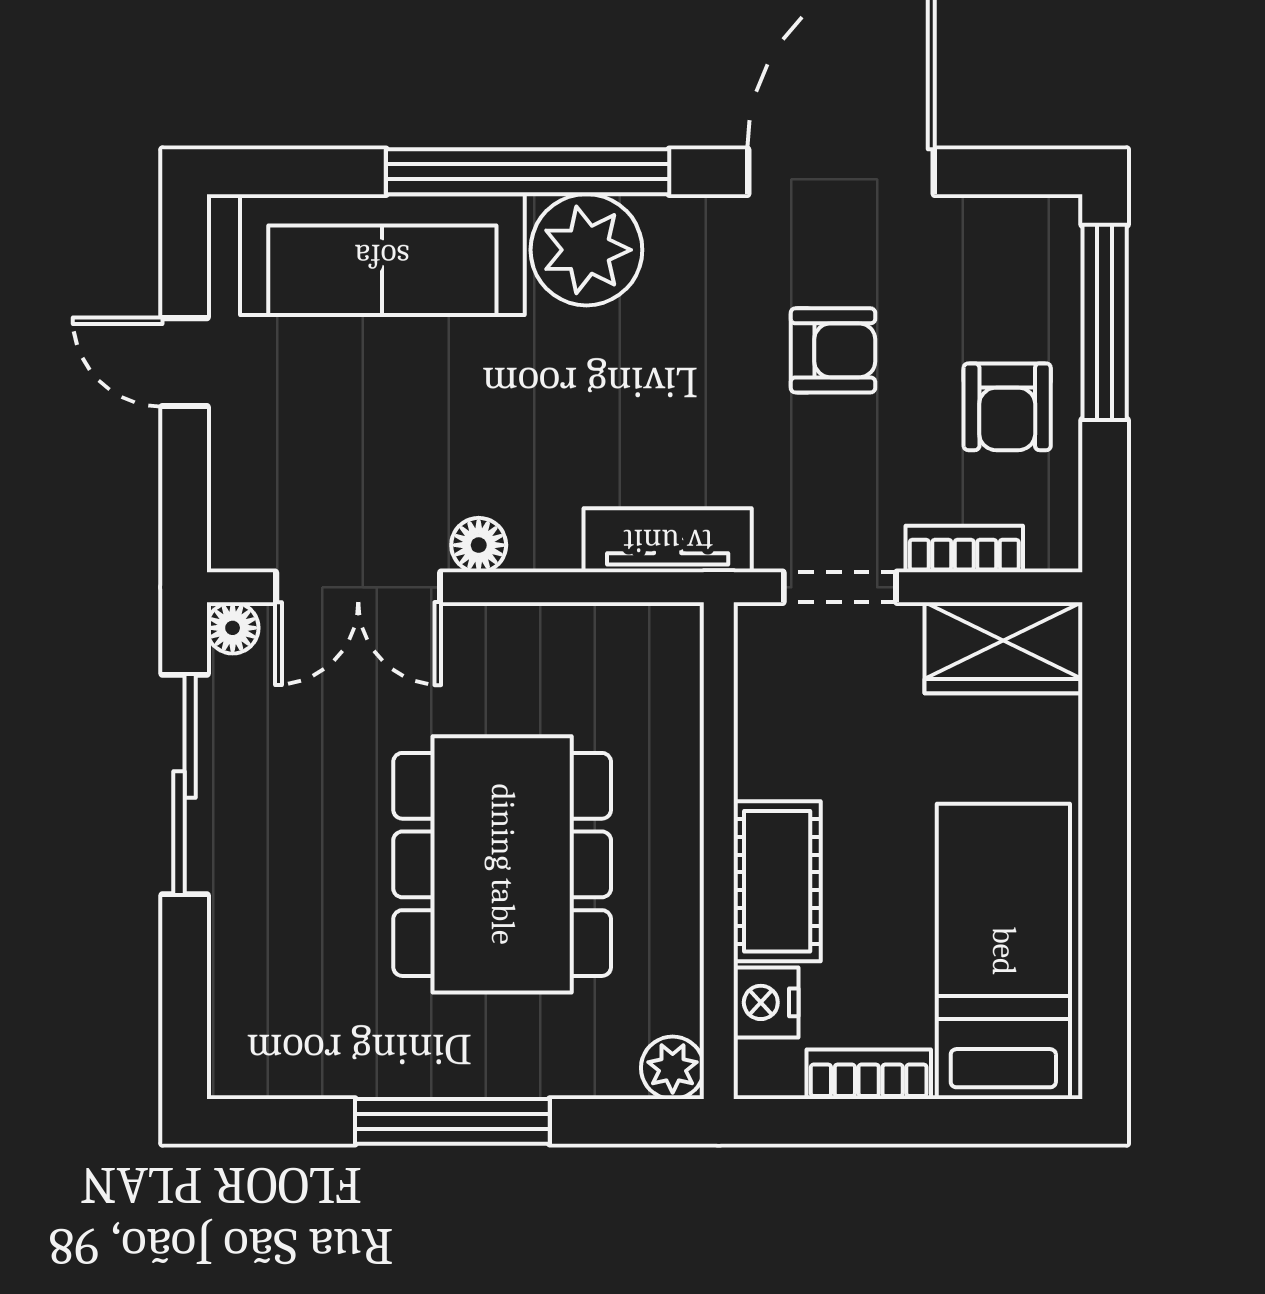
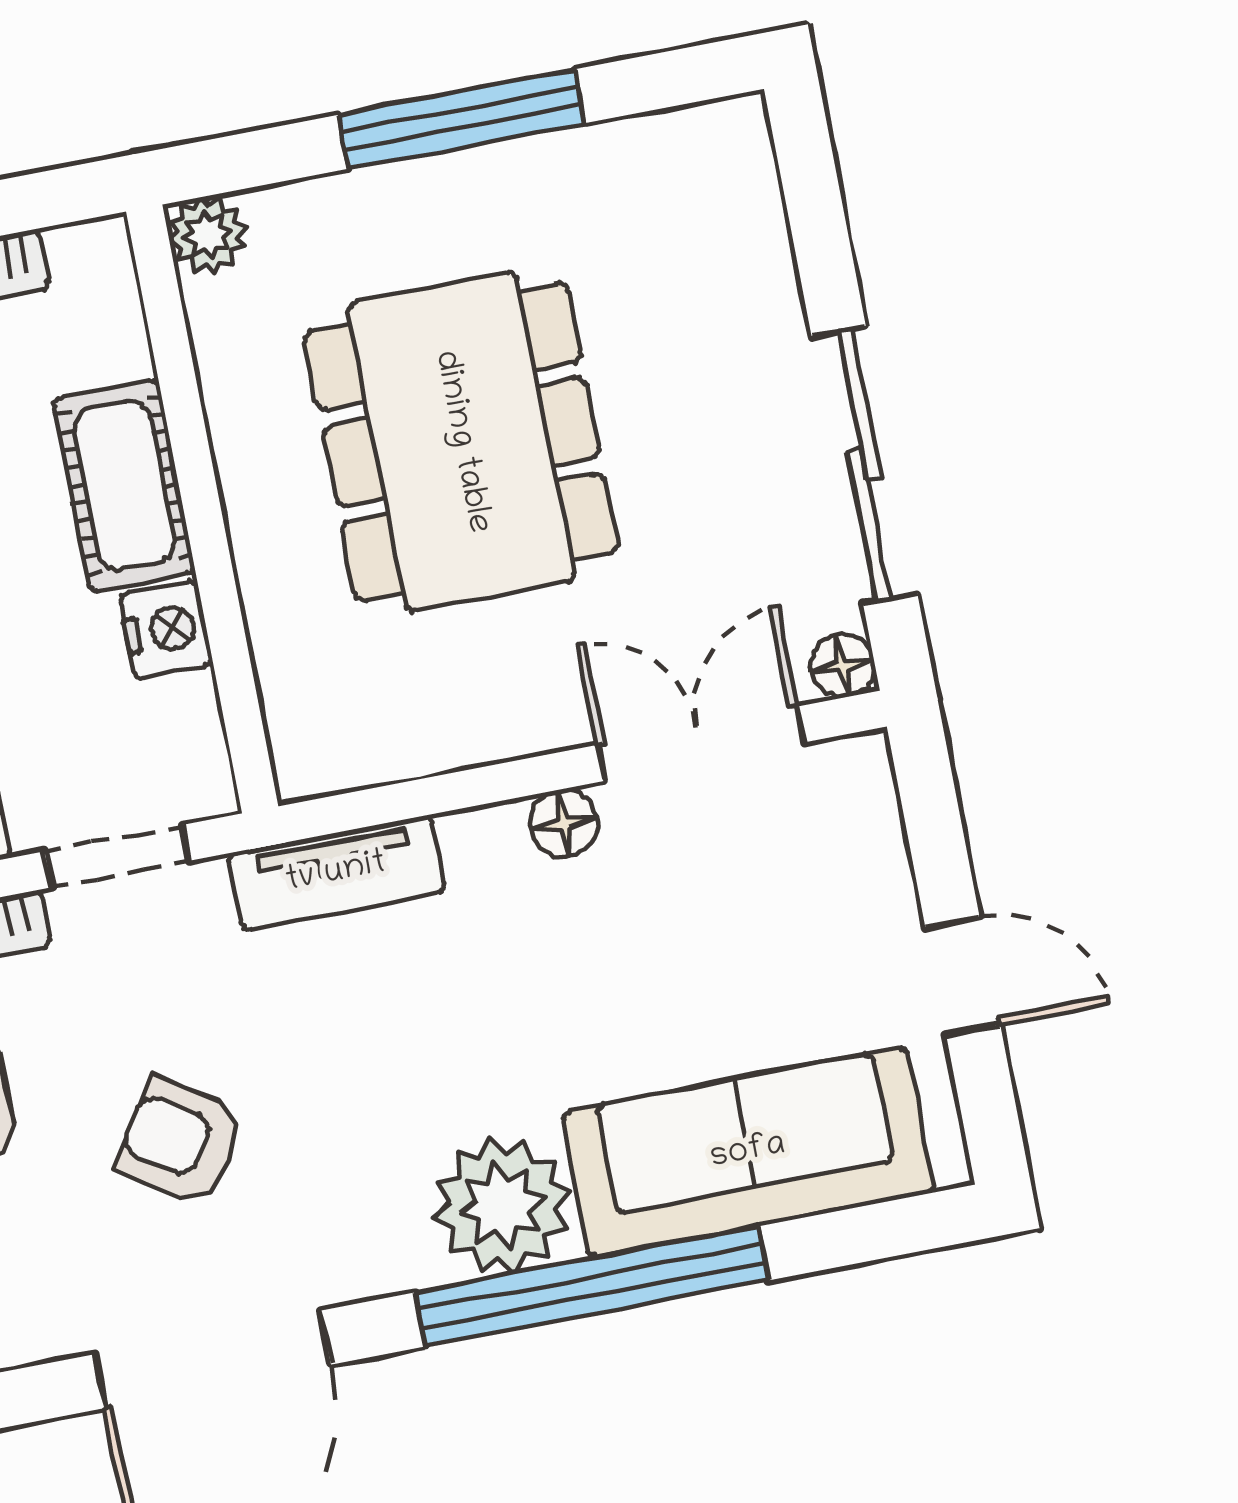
armchair: (833, 350) -> (181, 1141), turned 33
nightstand: (766, 1002) -> (166, 630), moved

